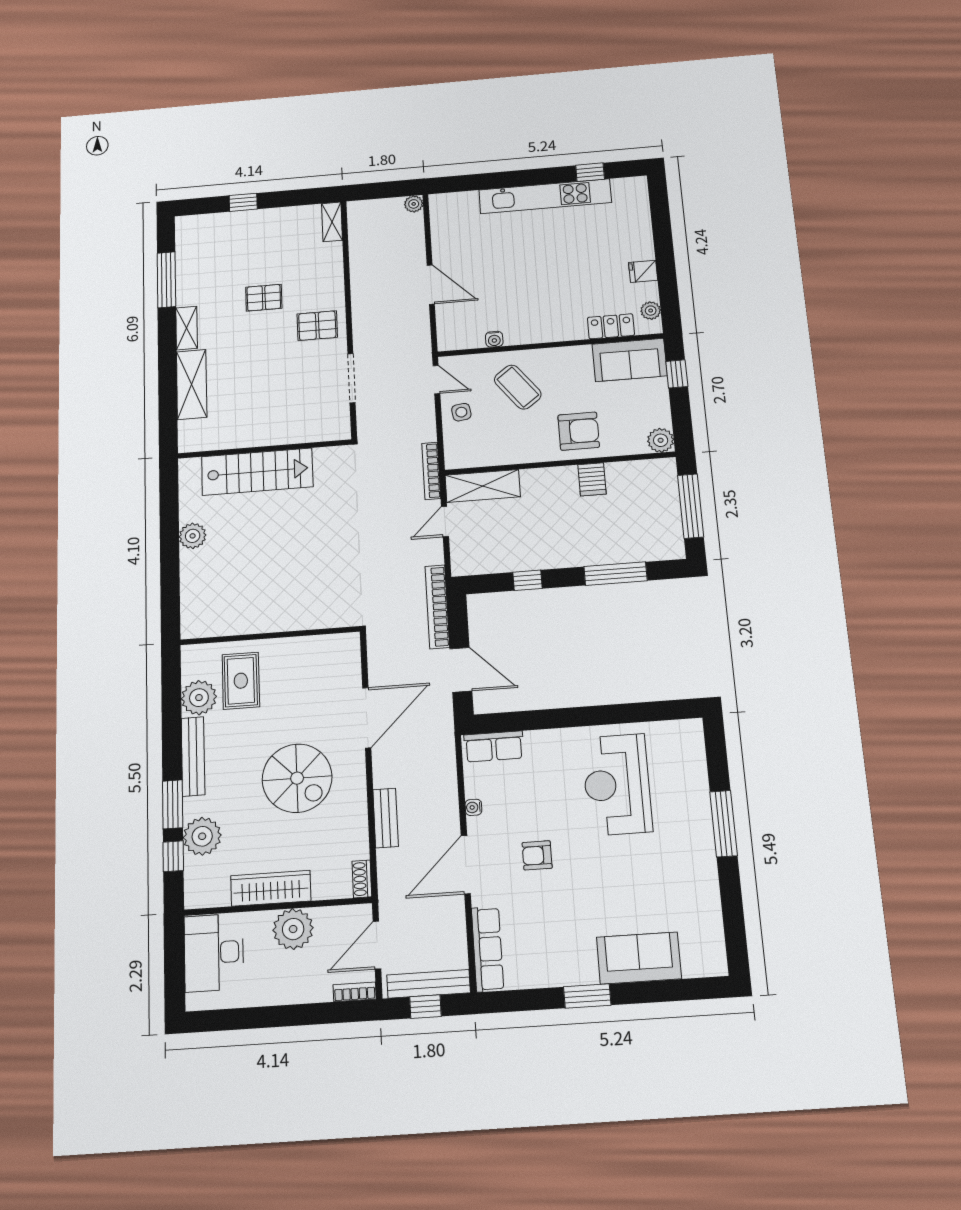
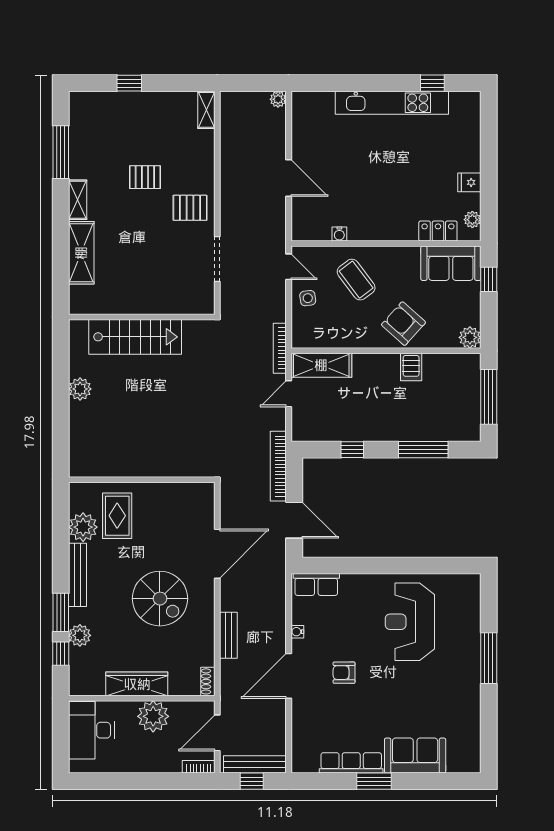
armchair: (579, 431) -> (403, 324), turned -138
plant: (202, 836) -> (80, 635), width x0.73, depth x0.73
row of seats: (487, 949) -> (351, 763), moved, turned -90

